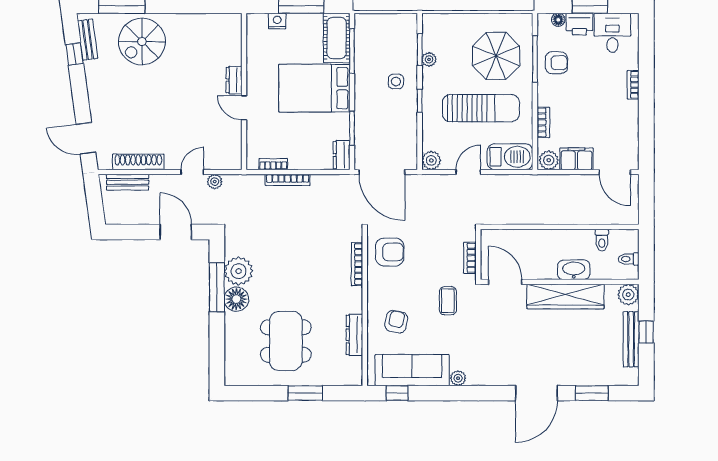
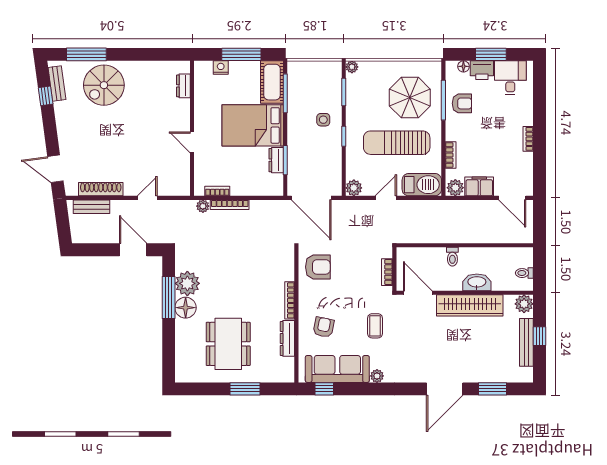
plant: (429, 59) -> (352, 67), moved
dresser: (234, 80) -> (183, 86), moved
bookcase: (633, 85) -> (528, 139), moved
sun lounger: (481, 108) -> (397, 143), turned 180
dresser: (341, 155) -> (276, 160), moved
plant: (215, 182) -> (203, 206), moved
toilet: (602, 240) -> (452, 257), moved
bookcase: (357, 264) -> (290, 300), moved
coffee table: (448, 301) -> (375, 326), moved

